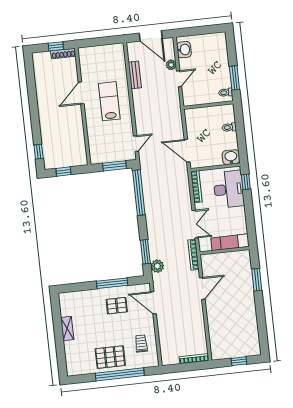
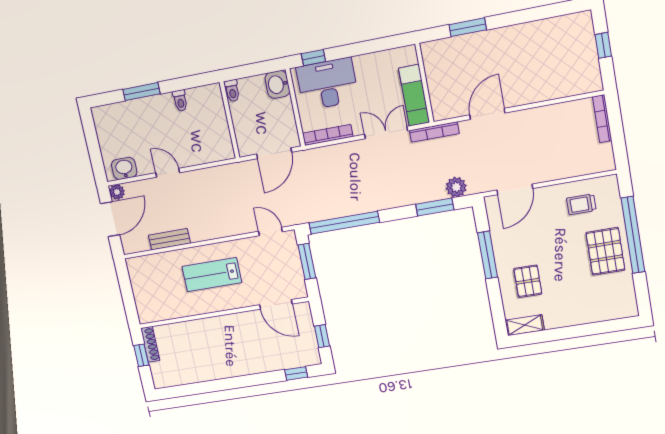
plant: (171, 65) -> (117, 192), moved
window: (234, 78) -> (142, 92), moved
door: (81, 93) -> (276, 304), moved
wall: (208, 105) -> (230, 120), moved
exam couch: (230, 242) -> (414, 95), moved
door: (202, 289) -> (487, 114), hinge flipped
pallet: (117, 306) -> (528, 281), moved
shelving: (67, 328) -> (525, 325), moved

